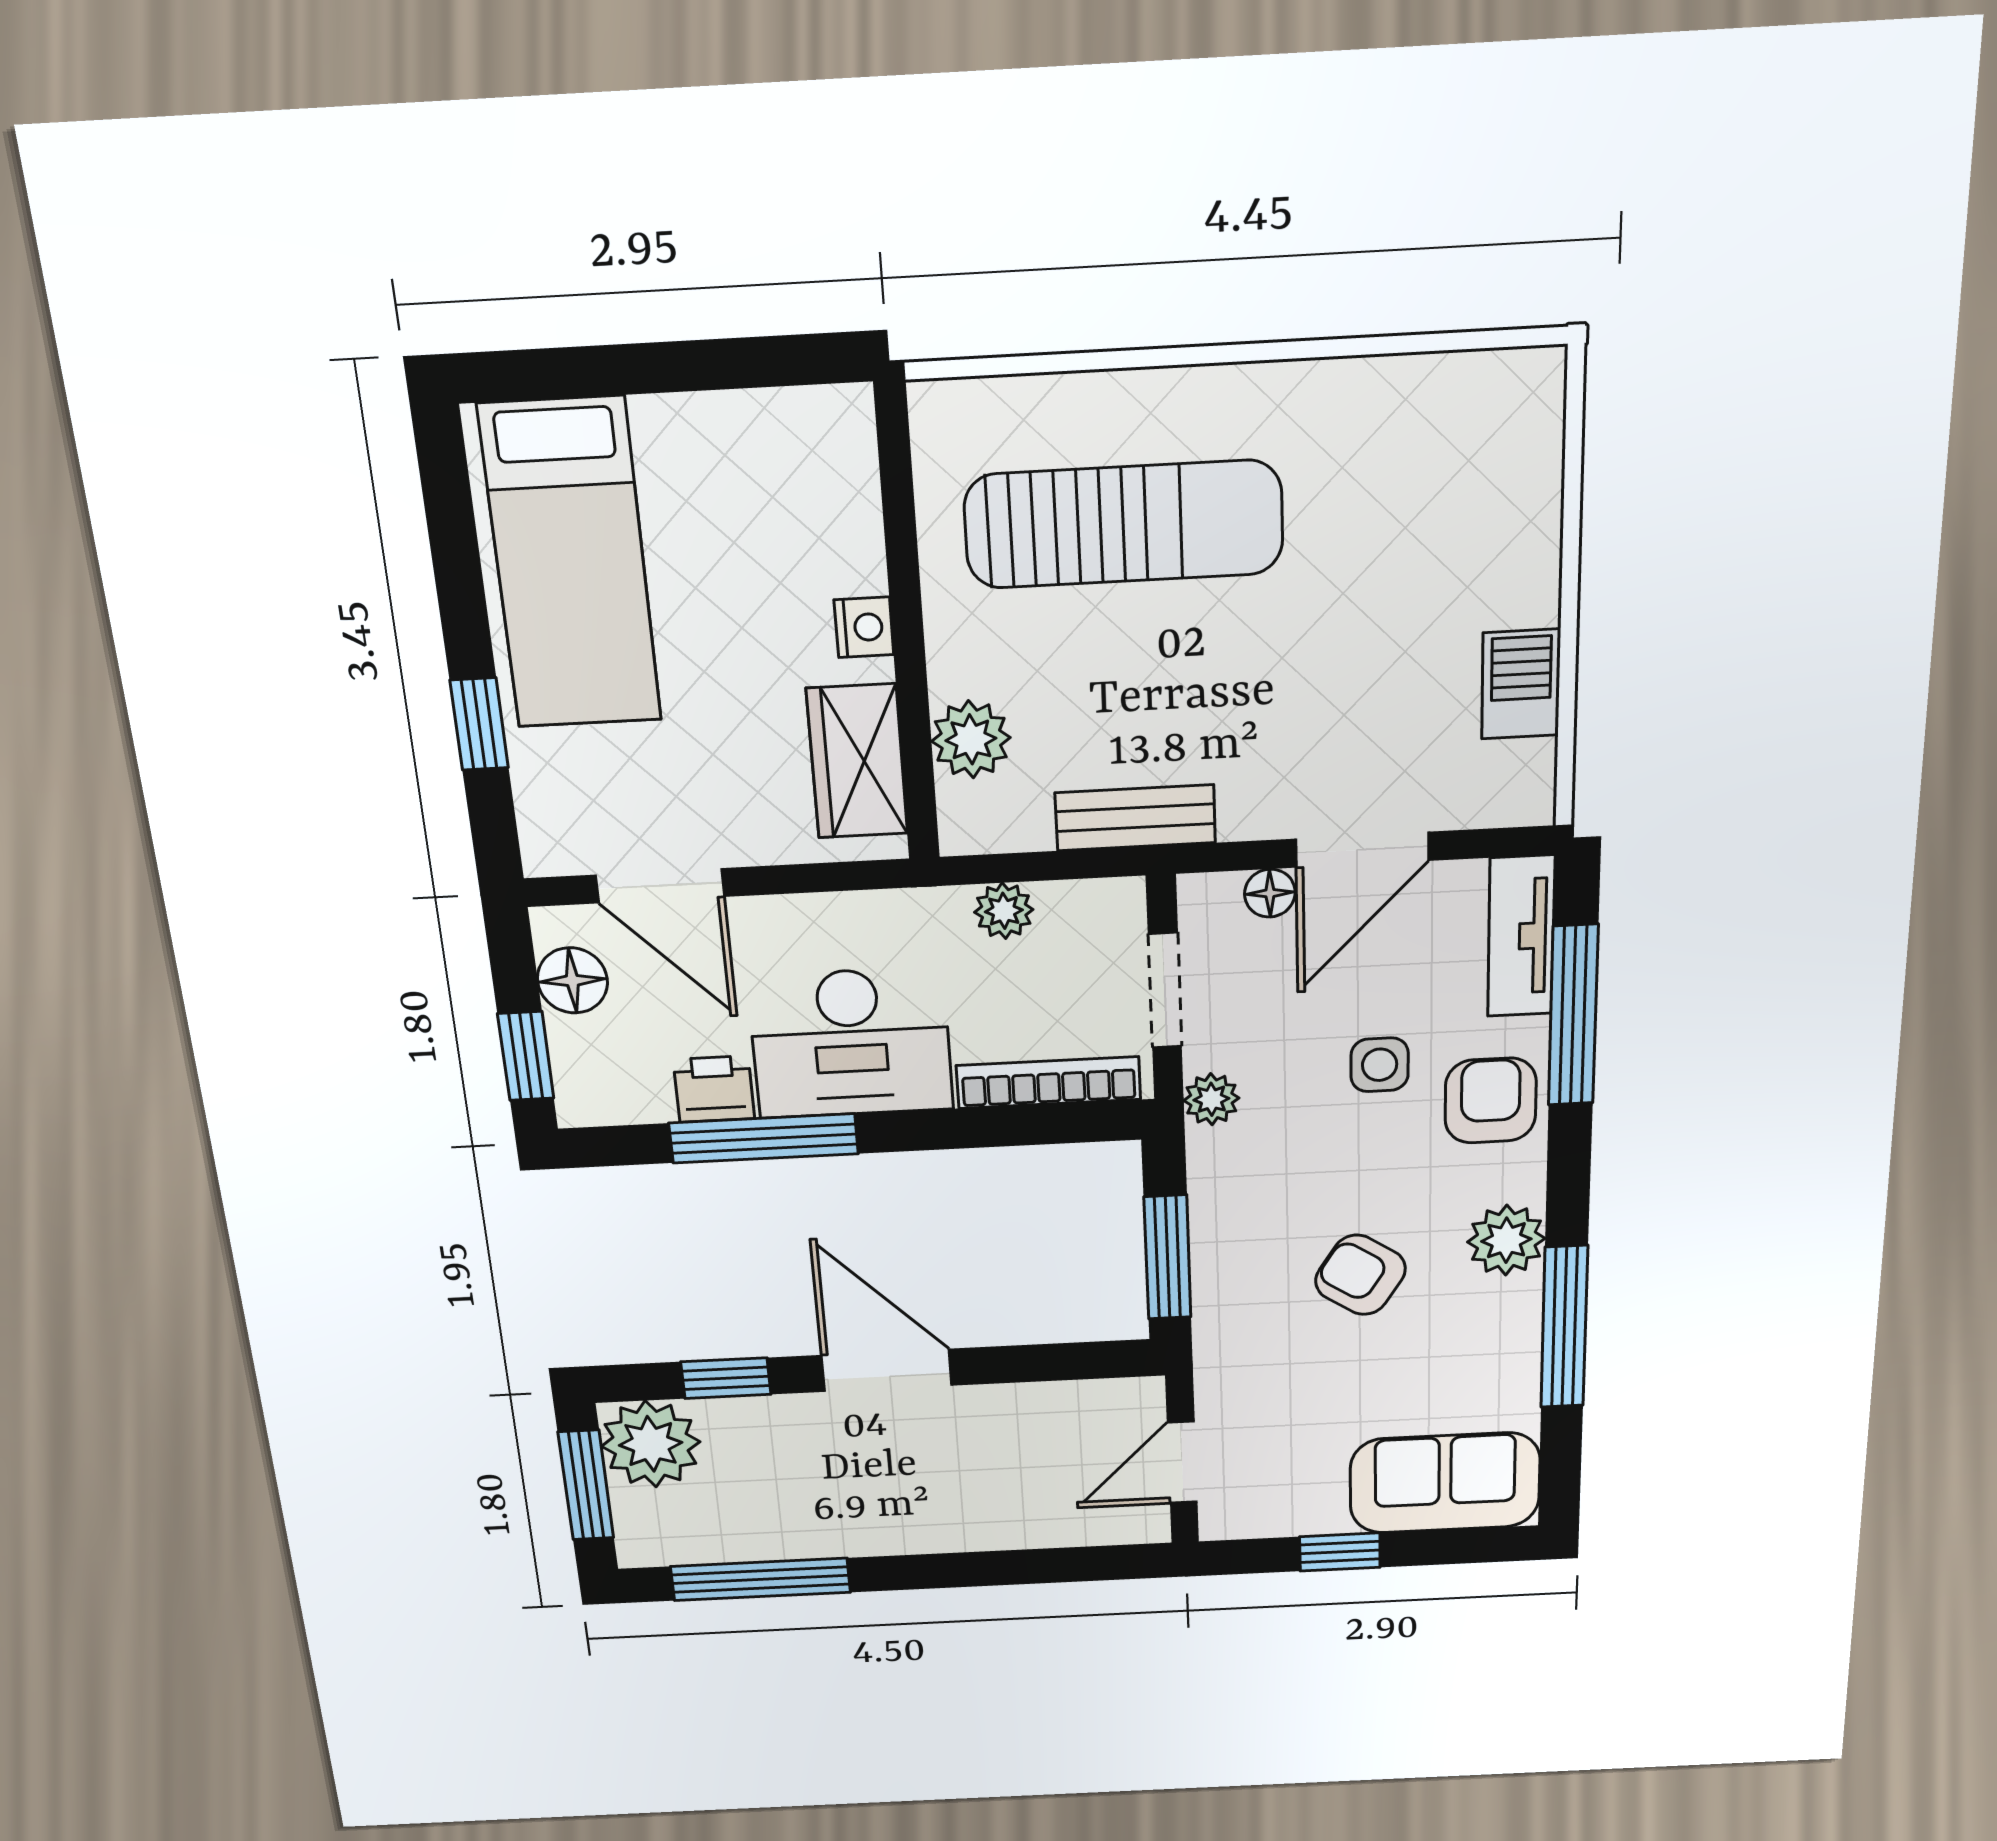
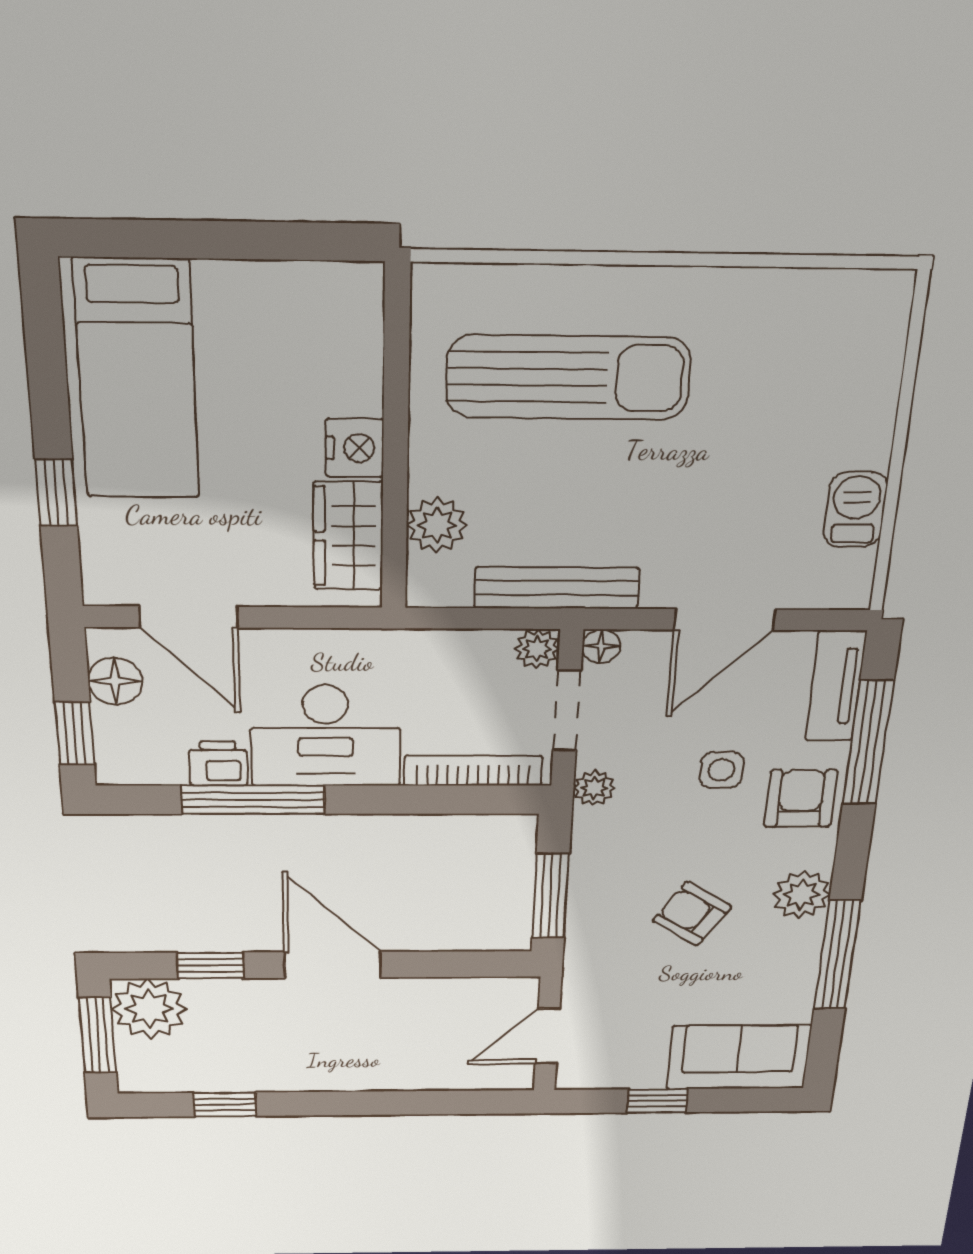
nightstand: (864, 627) -> (355, 448), width x1.39, depth x1.35
bench: (1135, 818) -> (557, 588), width x1.36
floor lamp: (1270, 893) -> (601, 646), moved
plant: (1004, 911) -> (537, 649), moved
window: (761, 1579) -> (225, 1104), width x0.46

